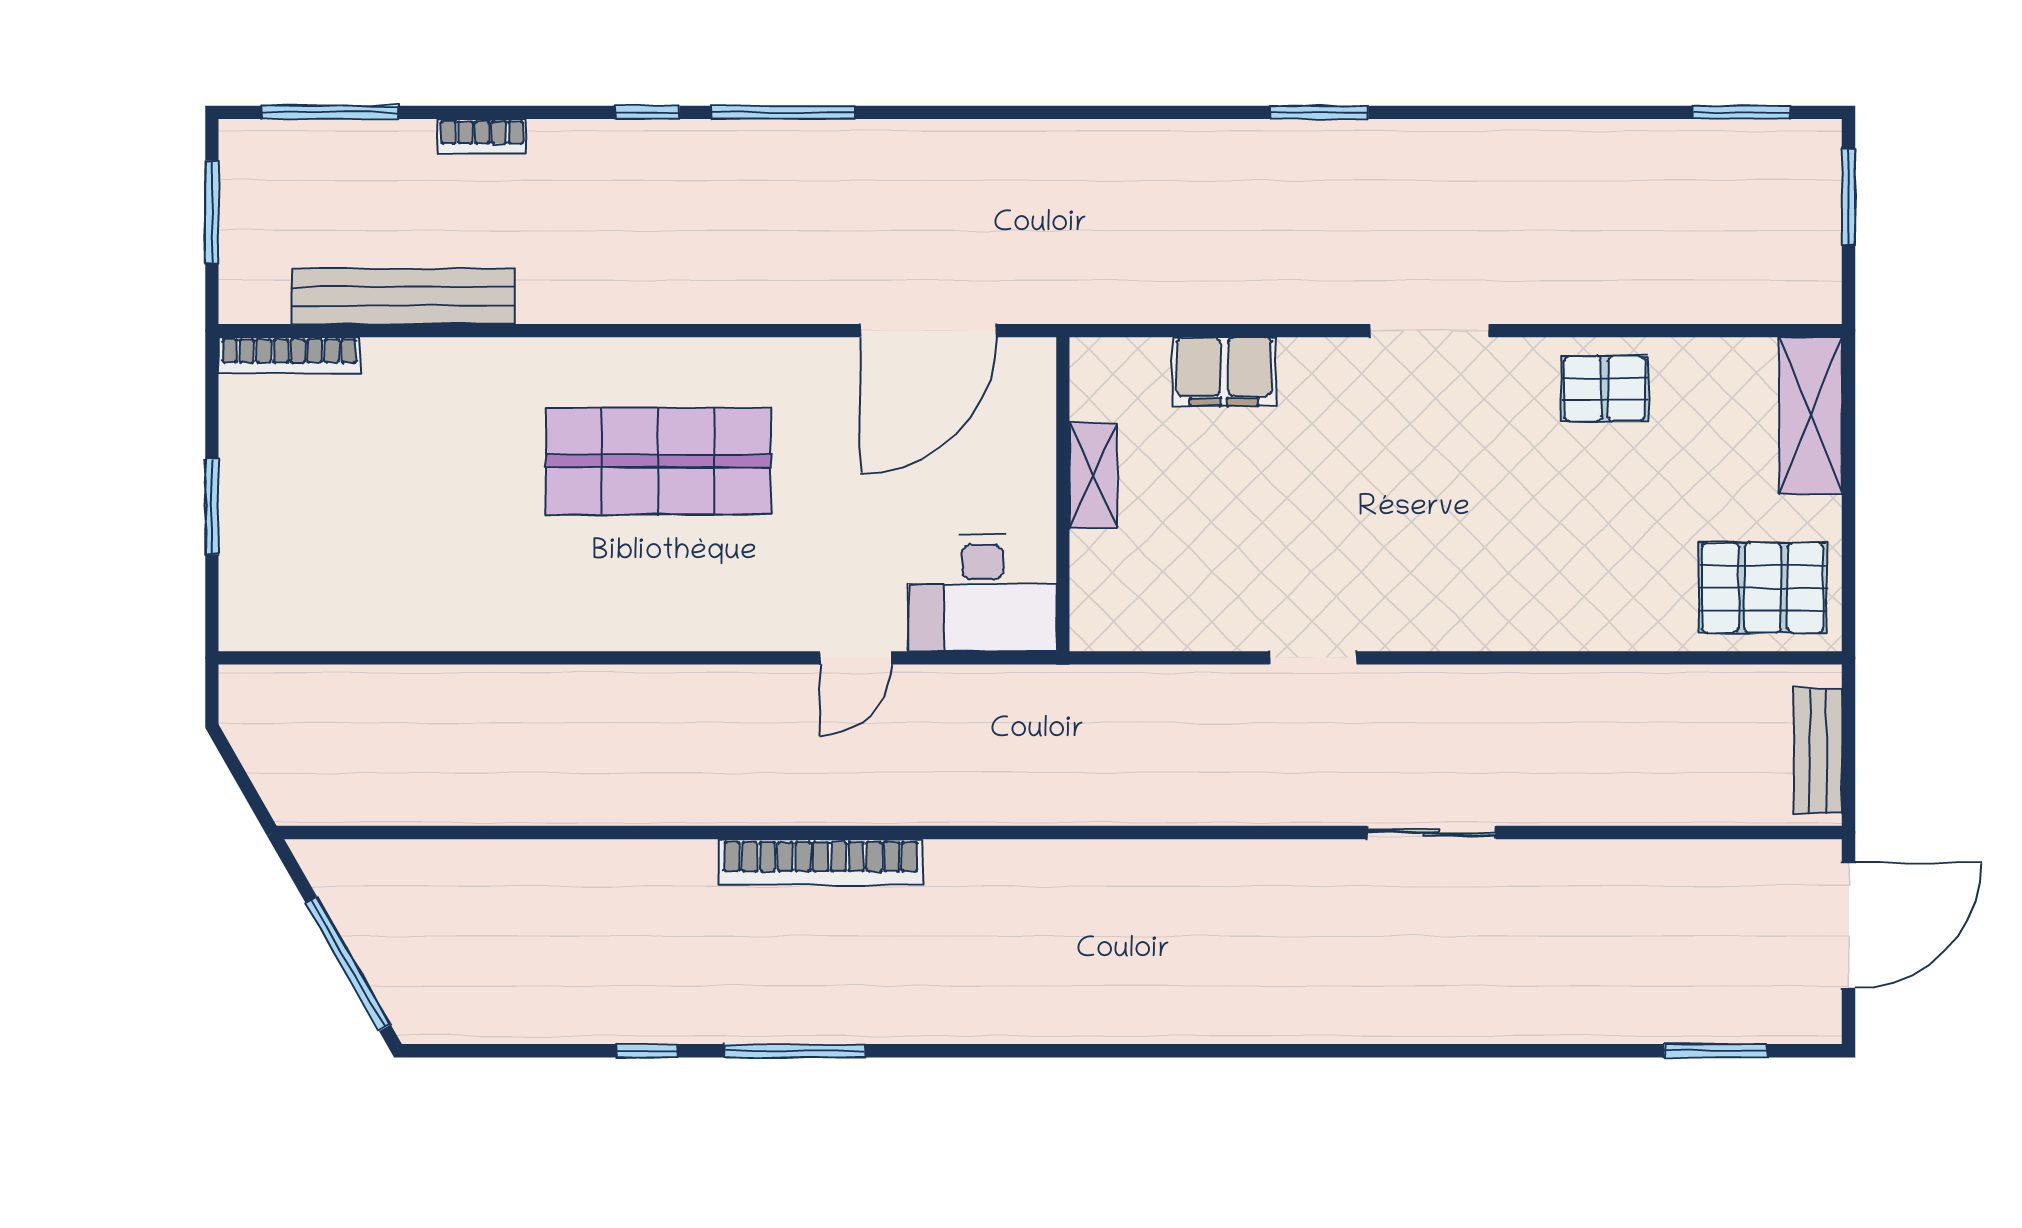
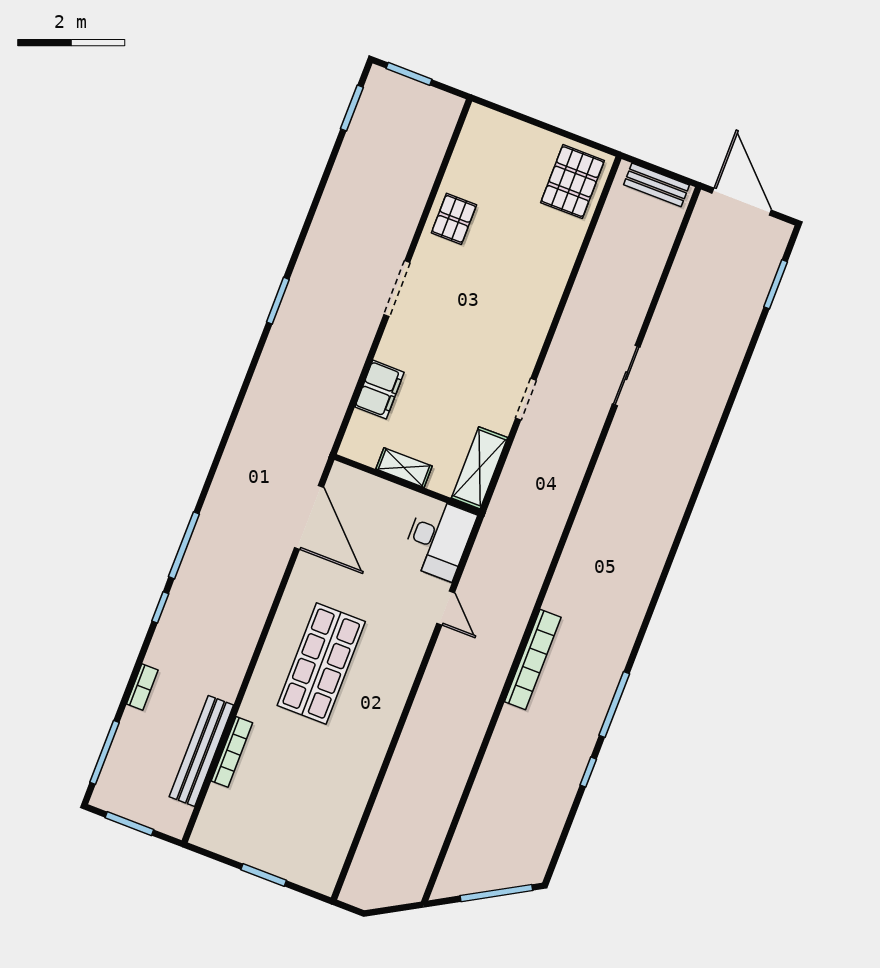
bookcase: (289, 355) -> (232, 752), moved
shelving: (1811, 416) -> (480, 468), moved, turned 90

